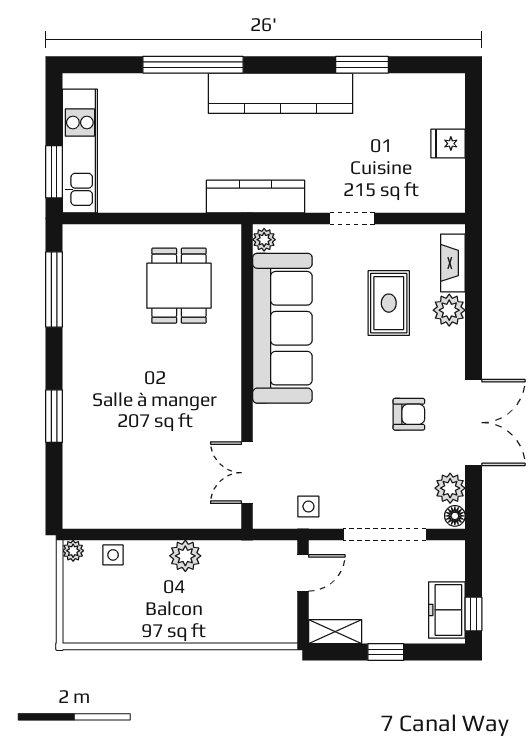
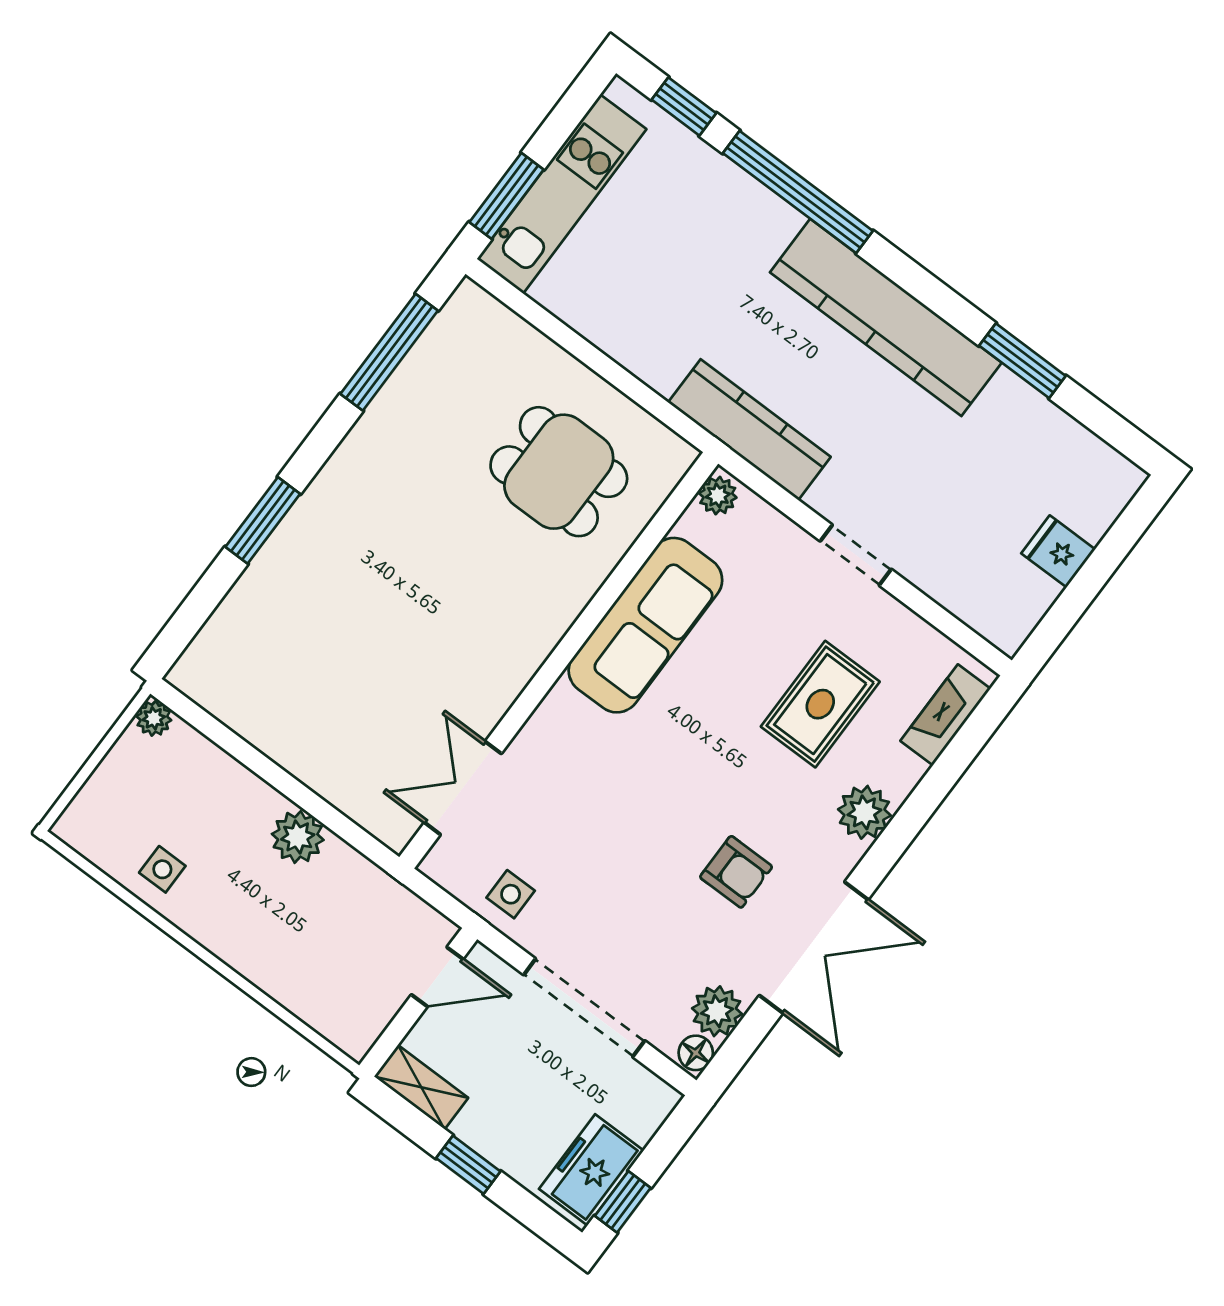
window: (107, 65) -> (684, 106), added
dining table: (179, 286) -> (559, 472), turned 90
plant: (449, 310) -> (864, 812), moved
sofa: (282, 328) -> (645, 625), width x0.74, depth x0.79
side table: (113, 555) -> (162, 869), moved

